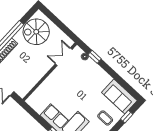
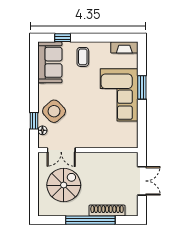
spiral stairs: (36, 32) -> (64, 185), moved, turned -90
side table: (90, 73) -> (54, 111), added

